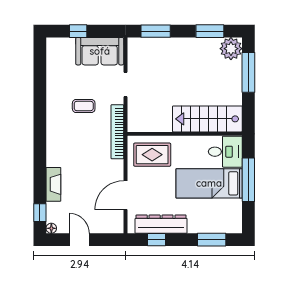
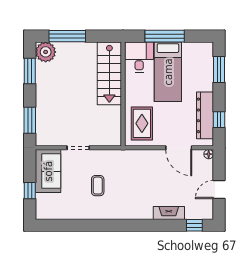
bookcase: (117, 132) -> (121, 155), removed
floor lamp: (51, 228) -> (209, 154), moved

